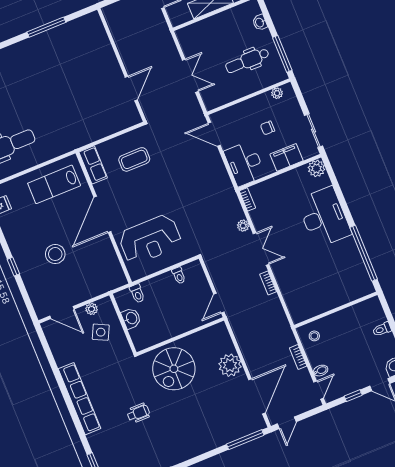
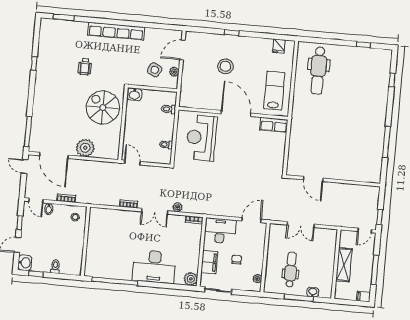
window: (282, 54) -> (299, 298), moved
coffee table: (134, 159) -> (263, 155), removed
washbasin: (131, 318) -> (134, 94), moved

